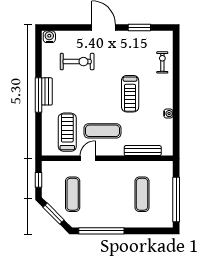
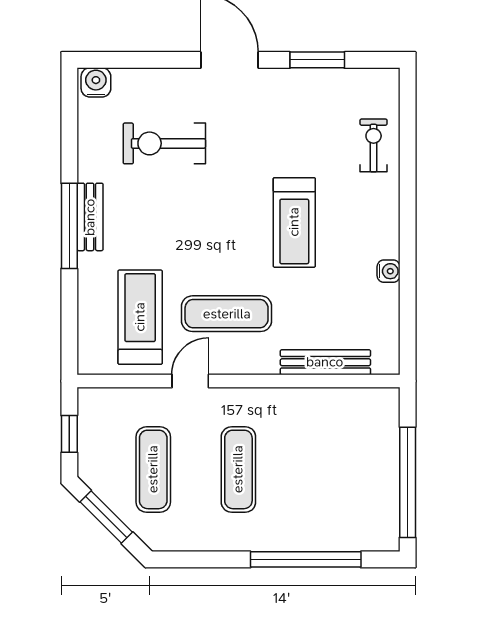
exercise bike: (77, 62) -> (164, 143), turned 180
exercise mat: (142, 194) -> (238, 469), moved
window: (101, 231) -> (306, 559), moved

